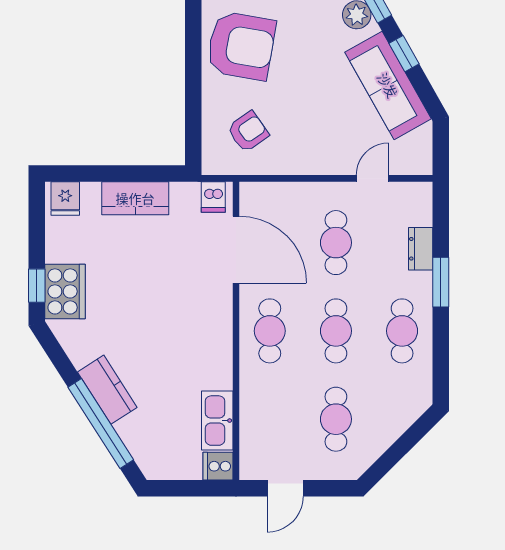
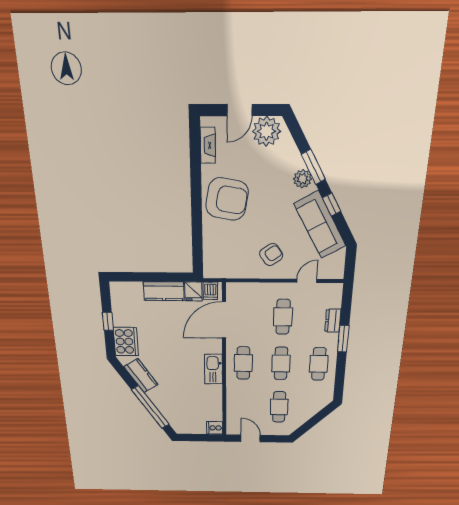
armchair: (248, 132) -> (271, 255), moved
fridge: (65, 198) -> (193, 292), moved
door: (236, 250) -> (224, 320), swing flipped
window: (37, 286) -> (108, 321), moved
kitchen counter: (107, 390) -> (141, 376), moved
kitchen sink: (217, 421) -> (213, 369), moved
door: (285, 488) -> (251, 438), swing flipped

